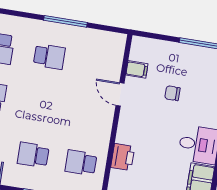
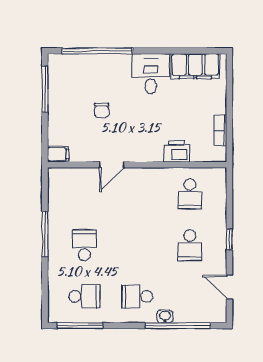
filing cabinet: (137, 69) -> (58, 154), moved, turned 90

